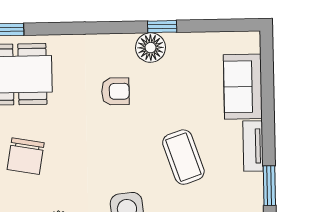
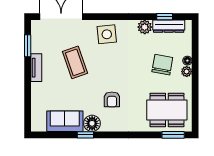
sofa: (243, 87) -> (65, 121), moved, turned -90
armchair: (115, 91) -> (112, 99), turned -90

